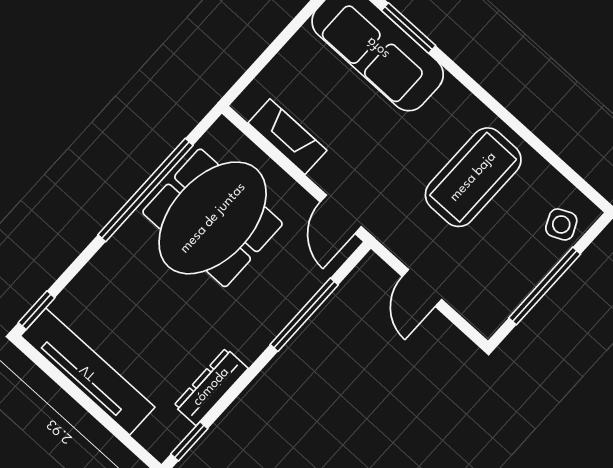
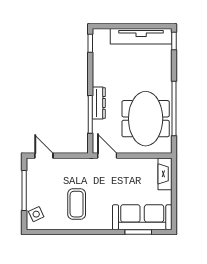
fireplace: (287, 137) -> (165, 174), moved, turned 90
coffee table: (473, 177) -> (77, 204), width x0.73, depth x0.76
door: (422, 288) -> (44, 156), moved
dresser: (211, 387) -> (99, 103), moved

